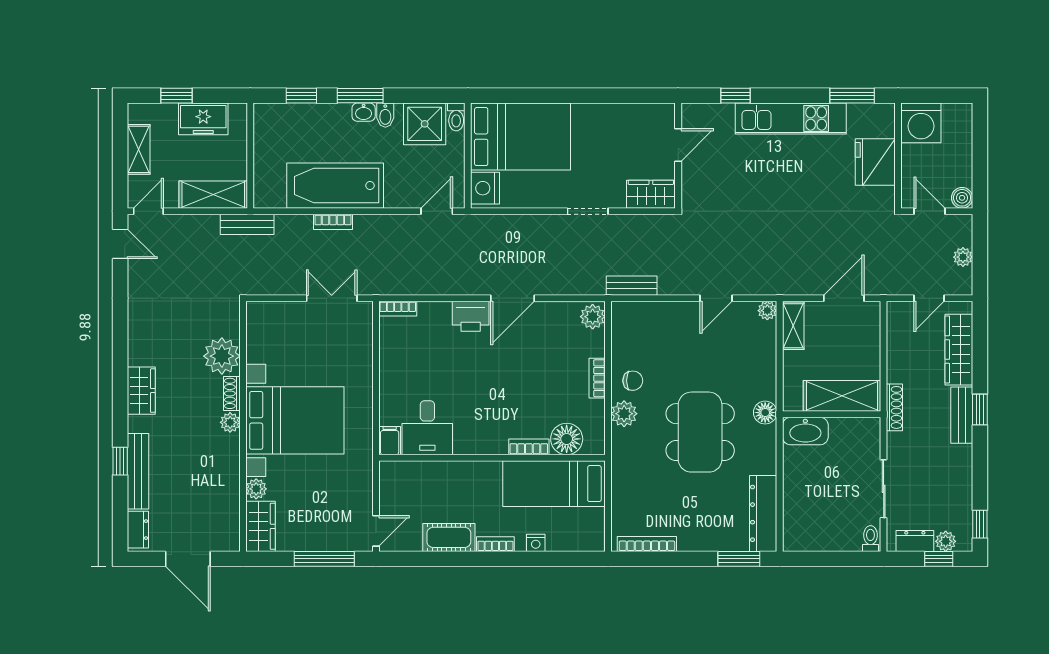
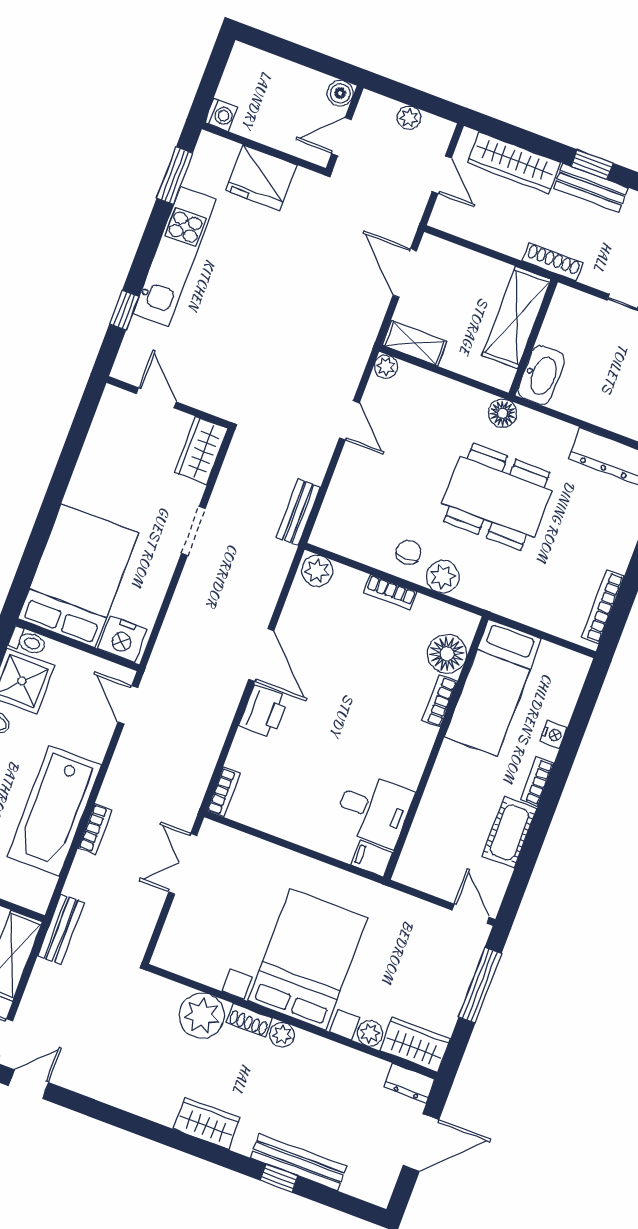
washing machine: (921, 123) -> (221, 115), width x0.53, depth x0.53
dresser: (138, 530) -> (409, 1083), moved, turned 180

